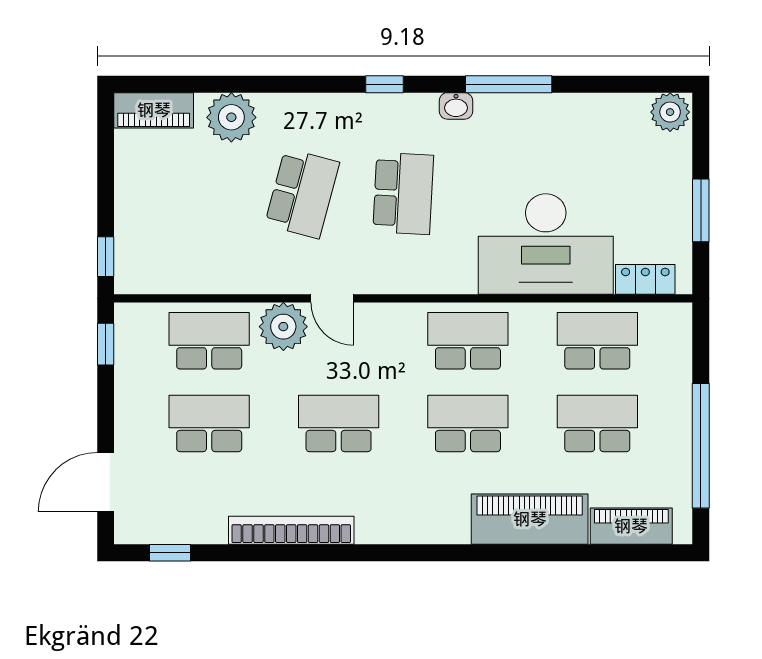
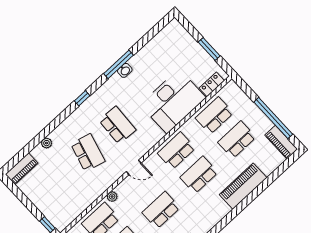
washbasin: (456, 106) -> (125, 70), moved
plant: (670, 112) -> (173, 29), removed
plant: (231, 117) -> (46, 143), width x0.53, depth x0.53
door: (332, 298) -> (134, 167), moved
plant: (283, 327) -> (112, 197), width x0.53, depth x0.53
piano: (631, 526) -> (281, 142), moved, turned -90

